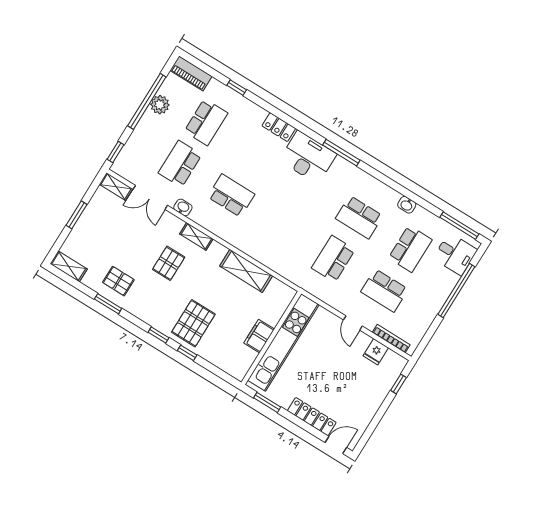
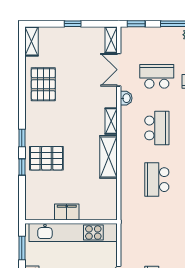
window: (76, 215) -> (73, 24), width x0.67
school desk: (333, 259) -> (157, 180), moved, turned -90
pallet: (169, 263) -> (79, 113), removed
shelving: (246, 271) -> (108, 157), moved
pallet: (118, 281) -> (43, 84), width x1.50, depth x1.42
window: (108, 304) -> (22, 87), removed

